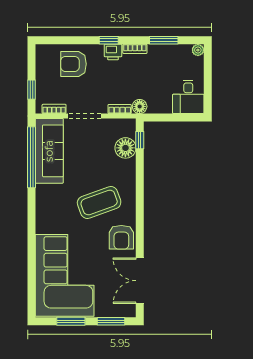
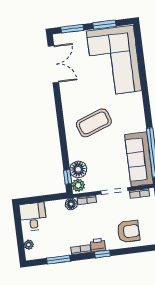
plant: (198, 50) -> (29, 245), moved
plant: (128, 128) -> (78, 185), added
armchair: (121, 237) -> (72, 97), removed

